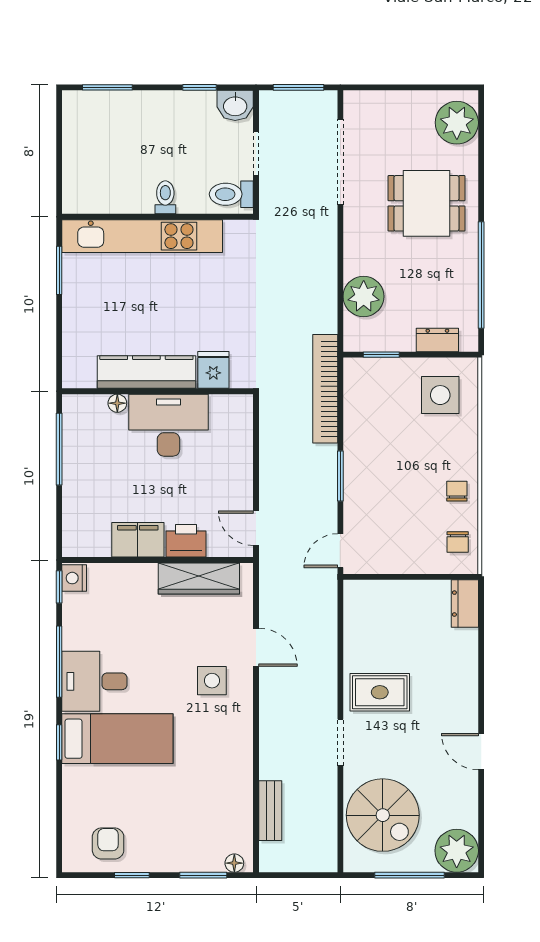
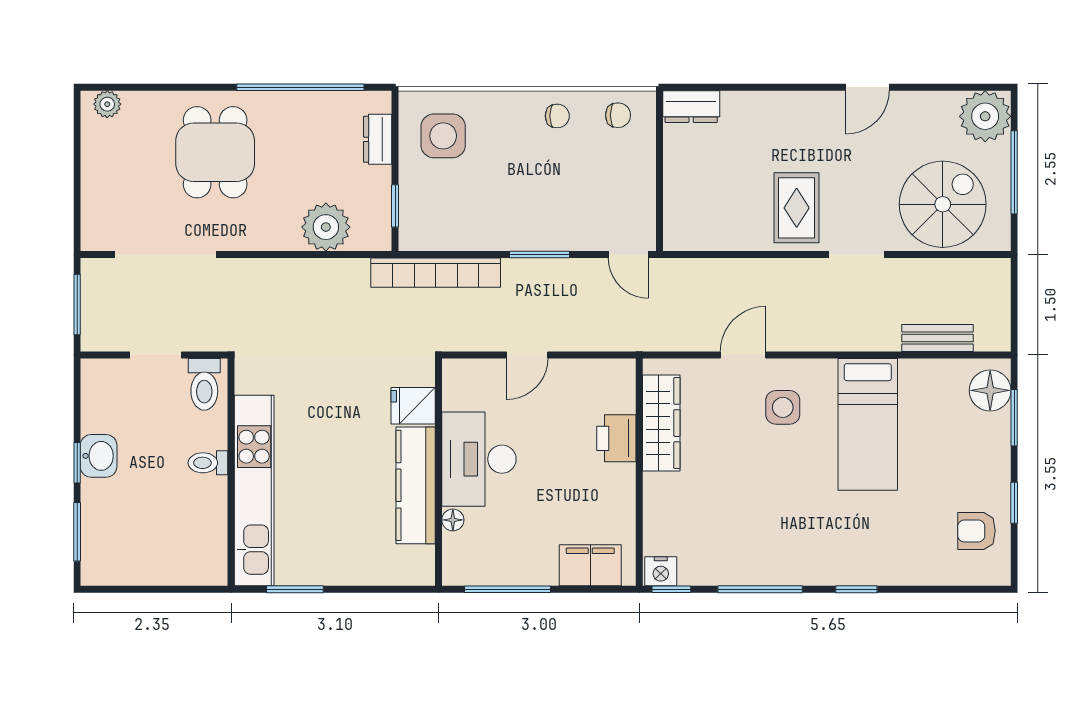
window: (200, 87) -> (77, 463), moved
washbasin: (235, 105) -> (99, 456), moved
plant: (457, 123) -> (107, 104), width x0.53, depth x0.53
chair: (457, 491) -> (557, 116), turned 180
door: (256, 528) -> (527, 355), moved
filing cabinet: (138, 540) -> (590, 565), moved, turned 90
desk: (94, 681) -> (784, 547), removed
bed: (117, 739) -> (868, 424), moved, turned 180
floor lamp: (234, 863) -> (990, 390), width x1.89, depth x1.89

